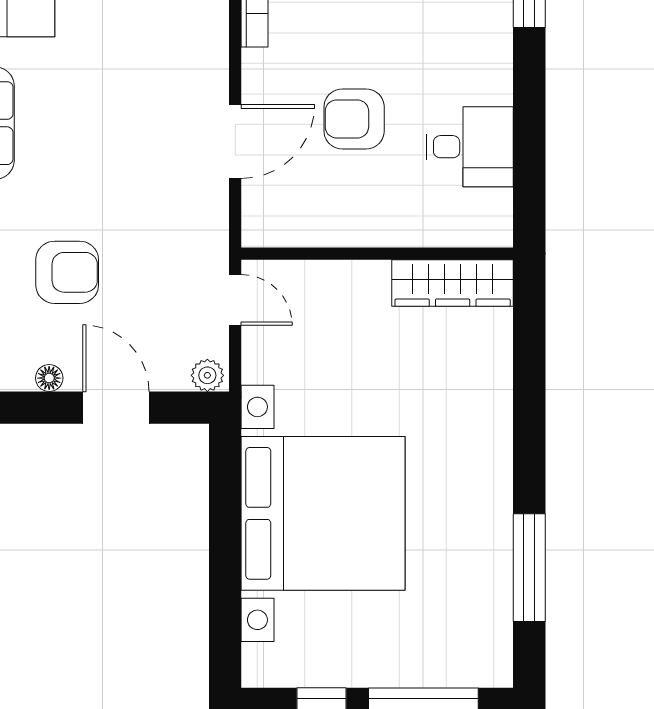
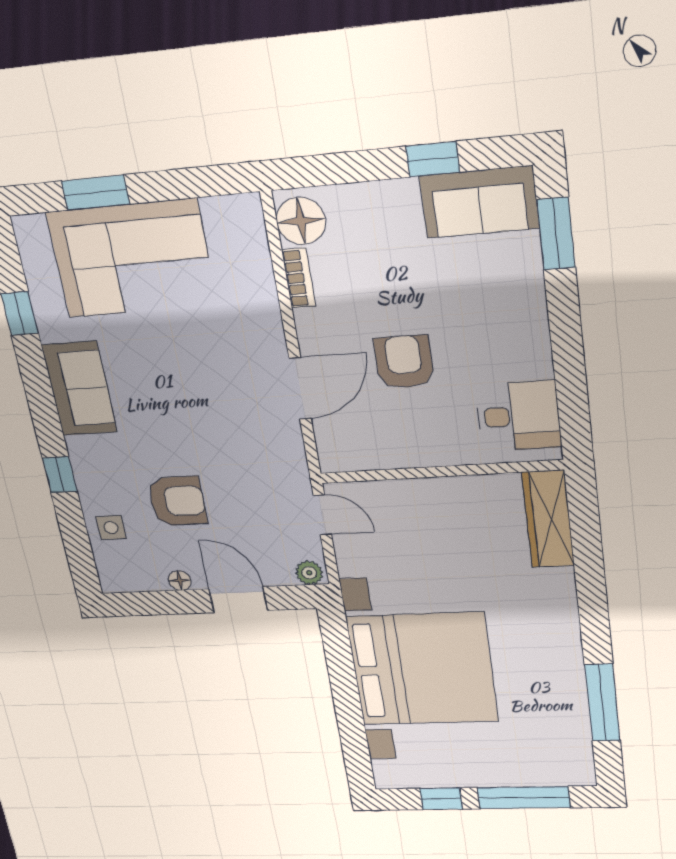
armchair: (354, 119) -> (404, 362), turned 90
desk: (470, 147) -> (518, 416), moved
wardrobe: (453, 283) -> (548, 519), moved, turned 90

